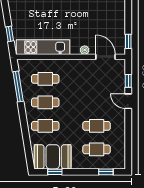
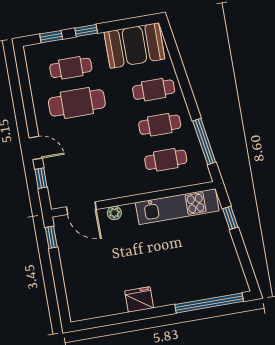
cafe table: (97, 126) -> (77, 103), width x1.37, depth x1.35
window: (55, 172) -> (86, 31), moved

